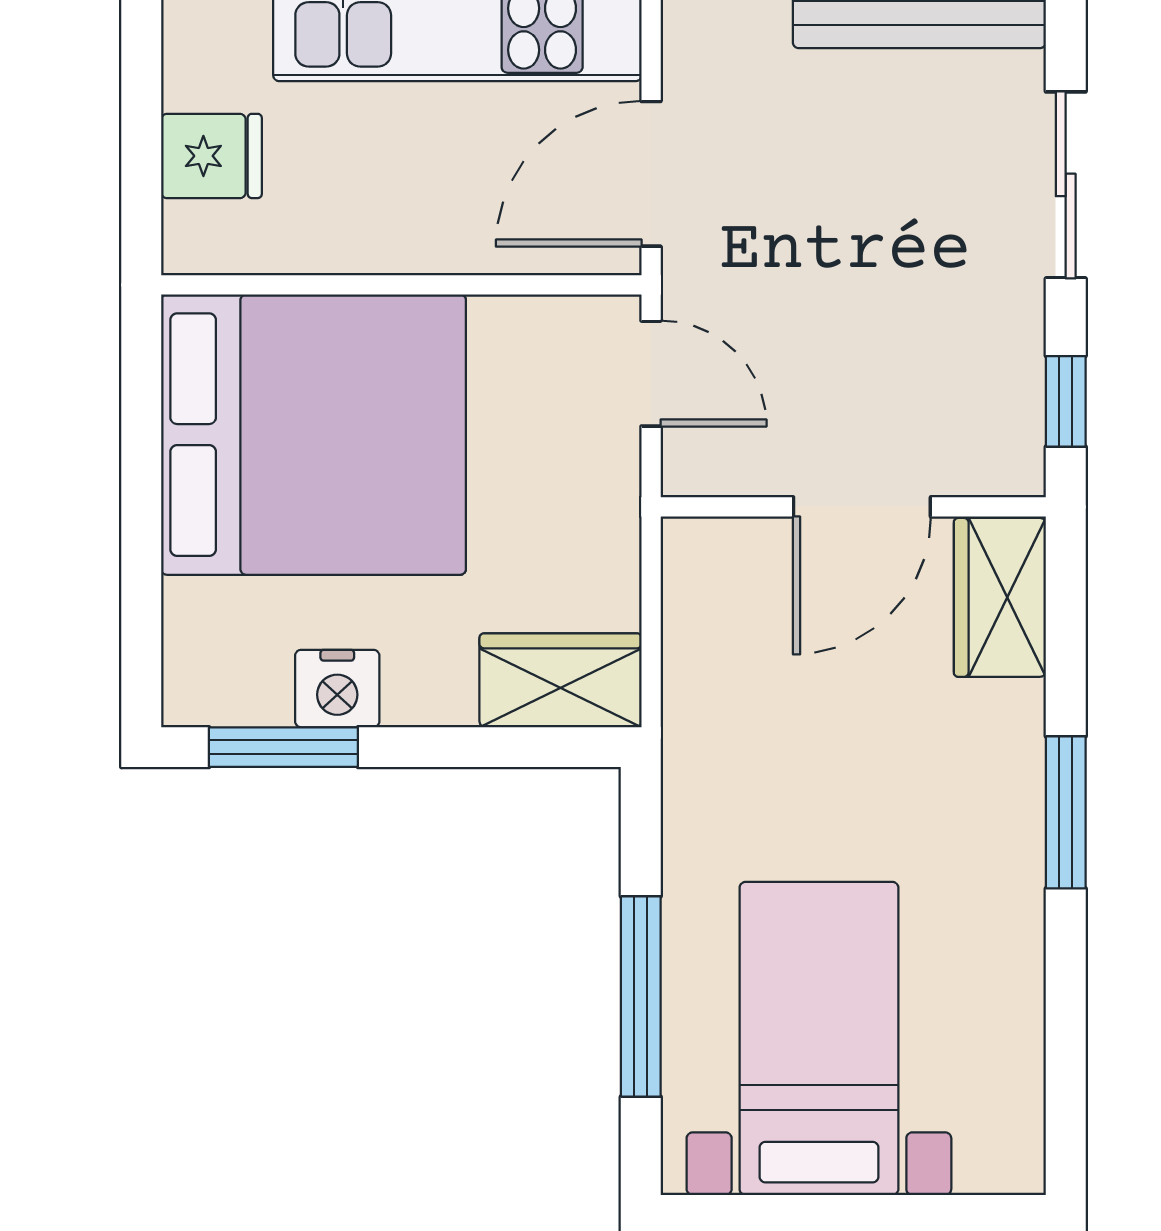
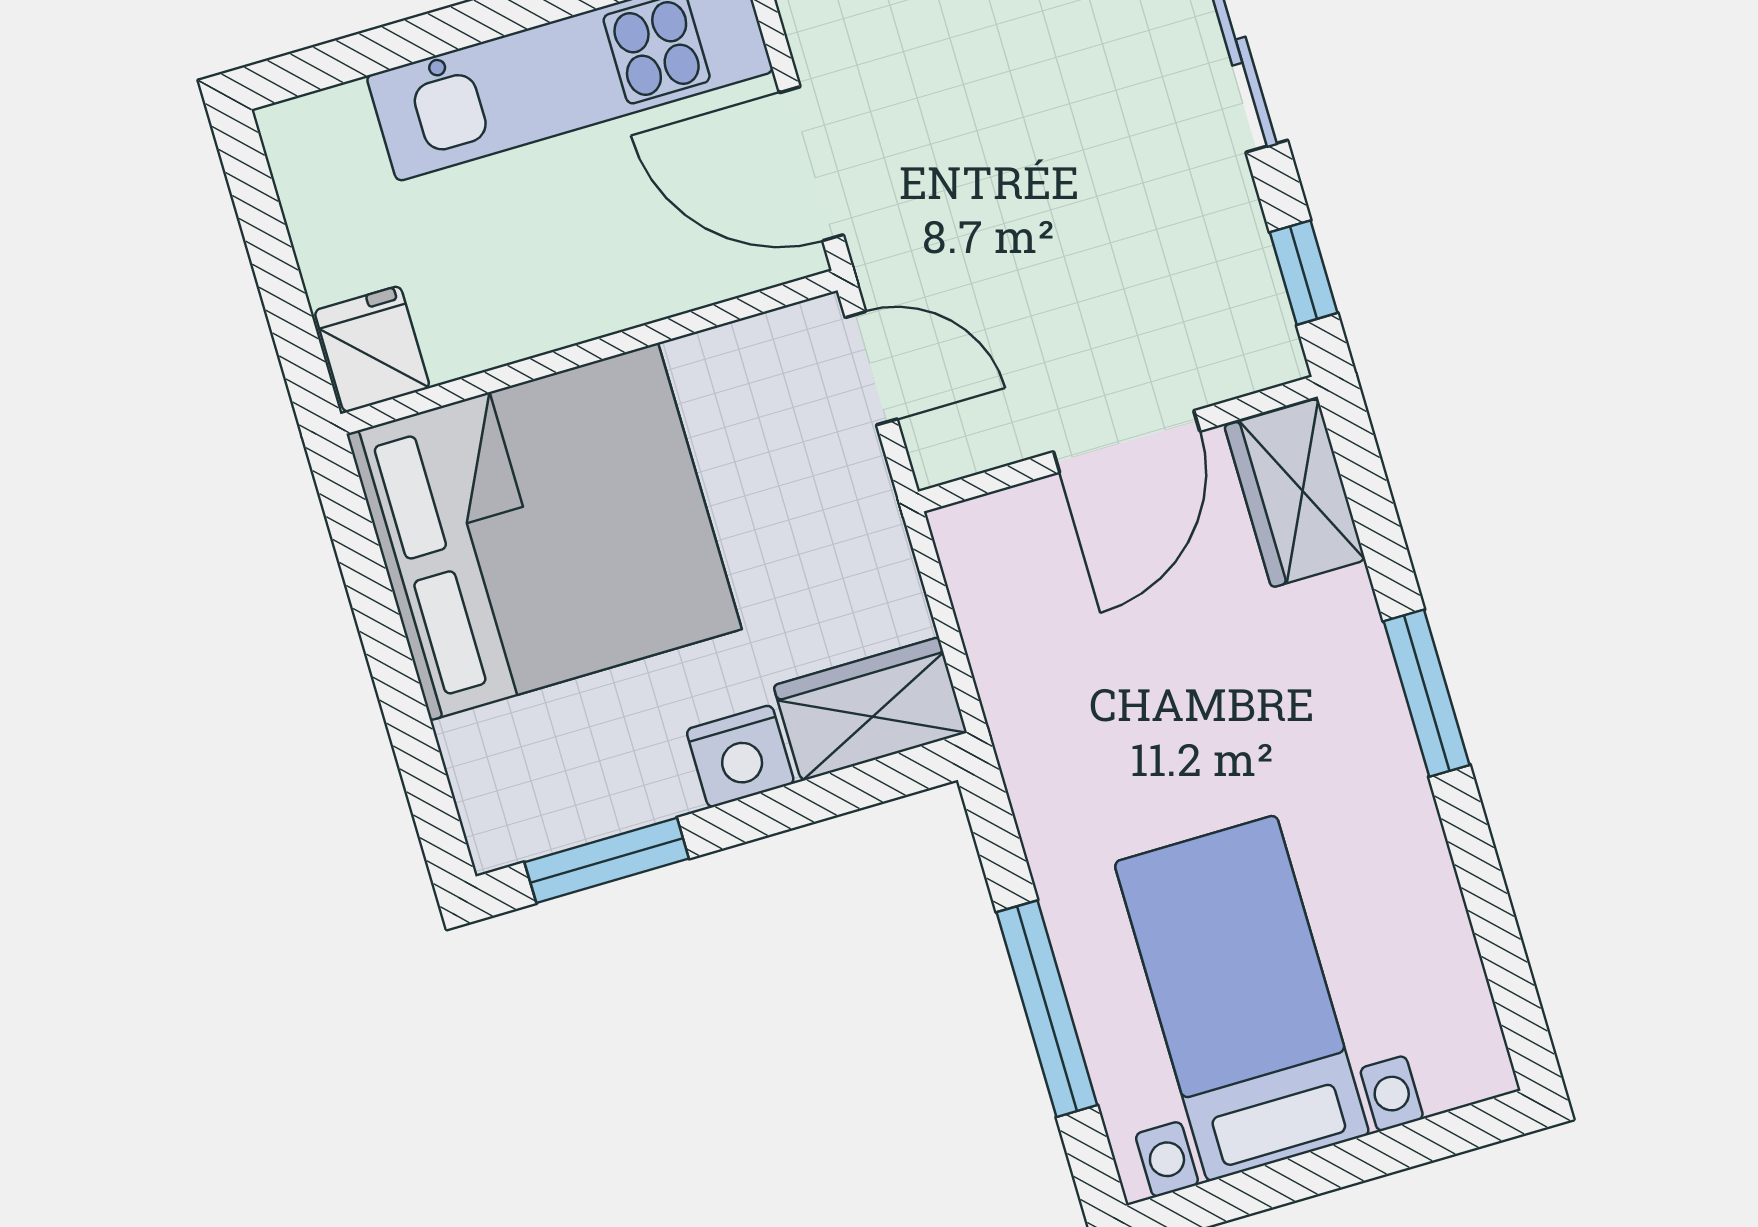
fridge: (211, 156) -> (372, 349), moved, turned -90
door: (651, 174) -> (811, 164), hinge flipped
nightstand: (337, 689) -> (740, 756), moved

